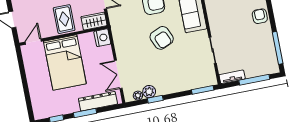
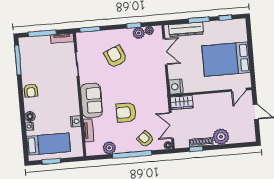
rug: (64, 19) -> (209, 107), removed
armchair: (162, 38) -> (115, 57), moved
bed: (65, 62) -> (226, 59), moved, turned -90

